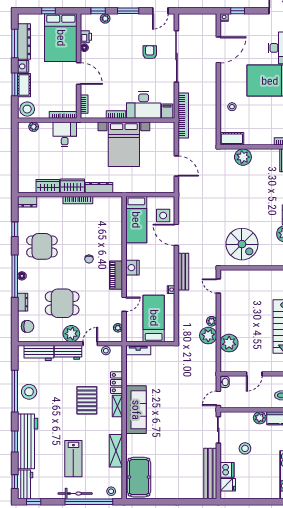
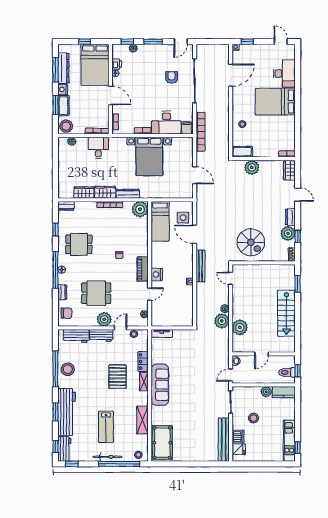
plant: (113, 206) -> (140, 209), added
nightstand: (132, 268) -> (157, 274), moved
bed: (154, 318) -> (175, 306), removed

